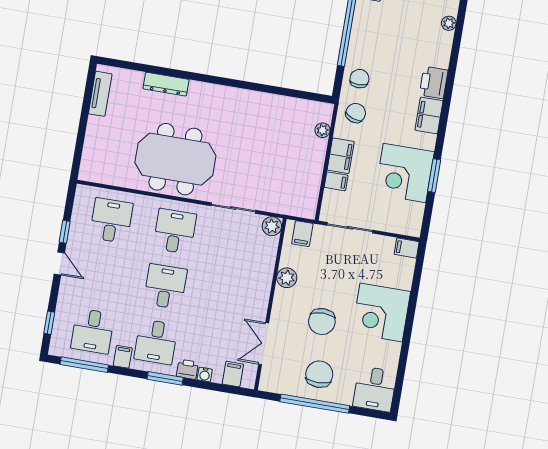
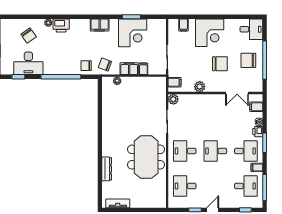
printer: (434, 83) -> (61, 25), moved
filing cabinet: (407, 248) -> (183, 25), moved

